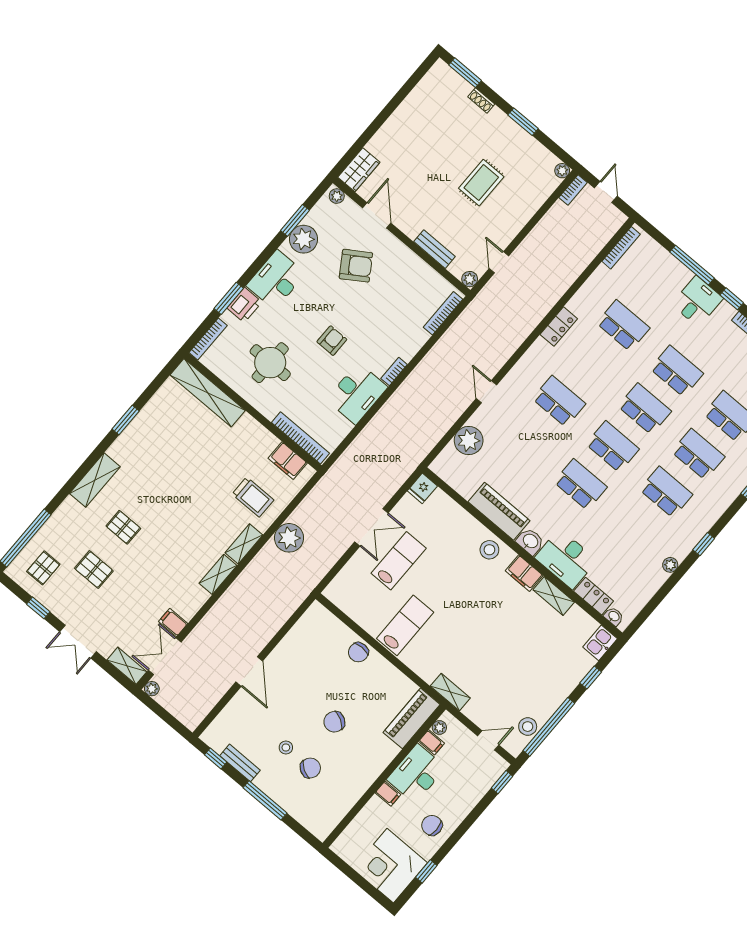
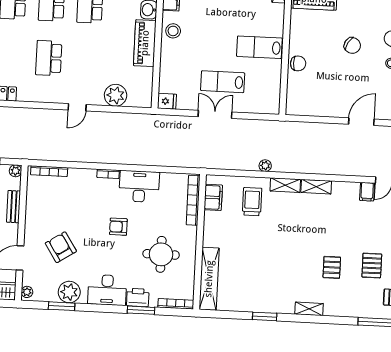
shelving: (95, 480) -> (309, 309), width x0.67, depth x0.75
plant: (289, 538) -> (265, 166), width x0.53, depth x0.53

